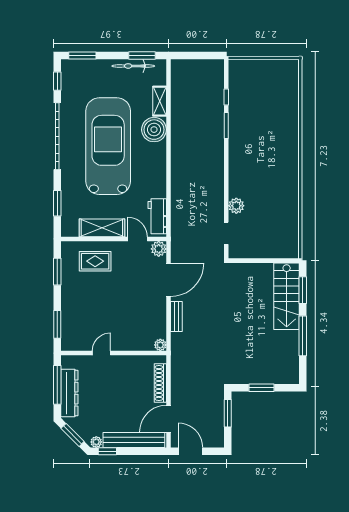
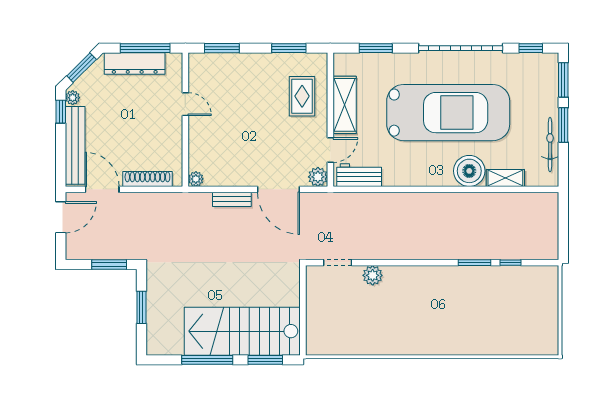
window: (142, 56) -> (563, 125), moved
stairs: (287, 296) -> (242, 331), width x1.36, depth x1.51

